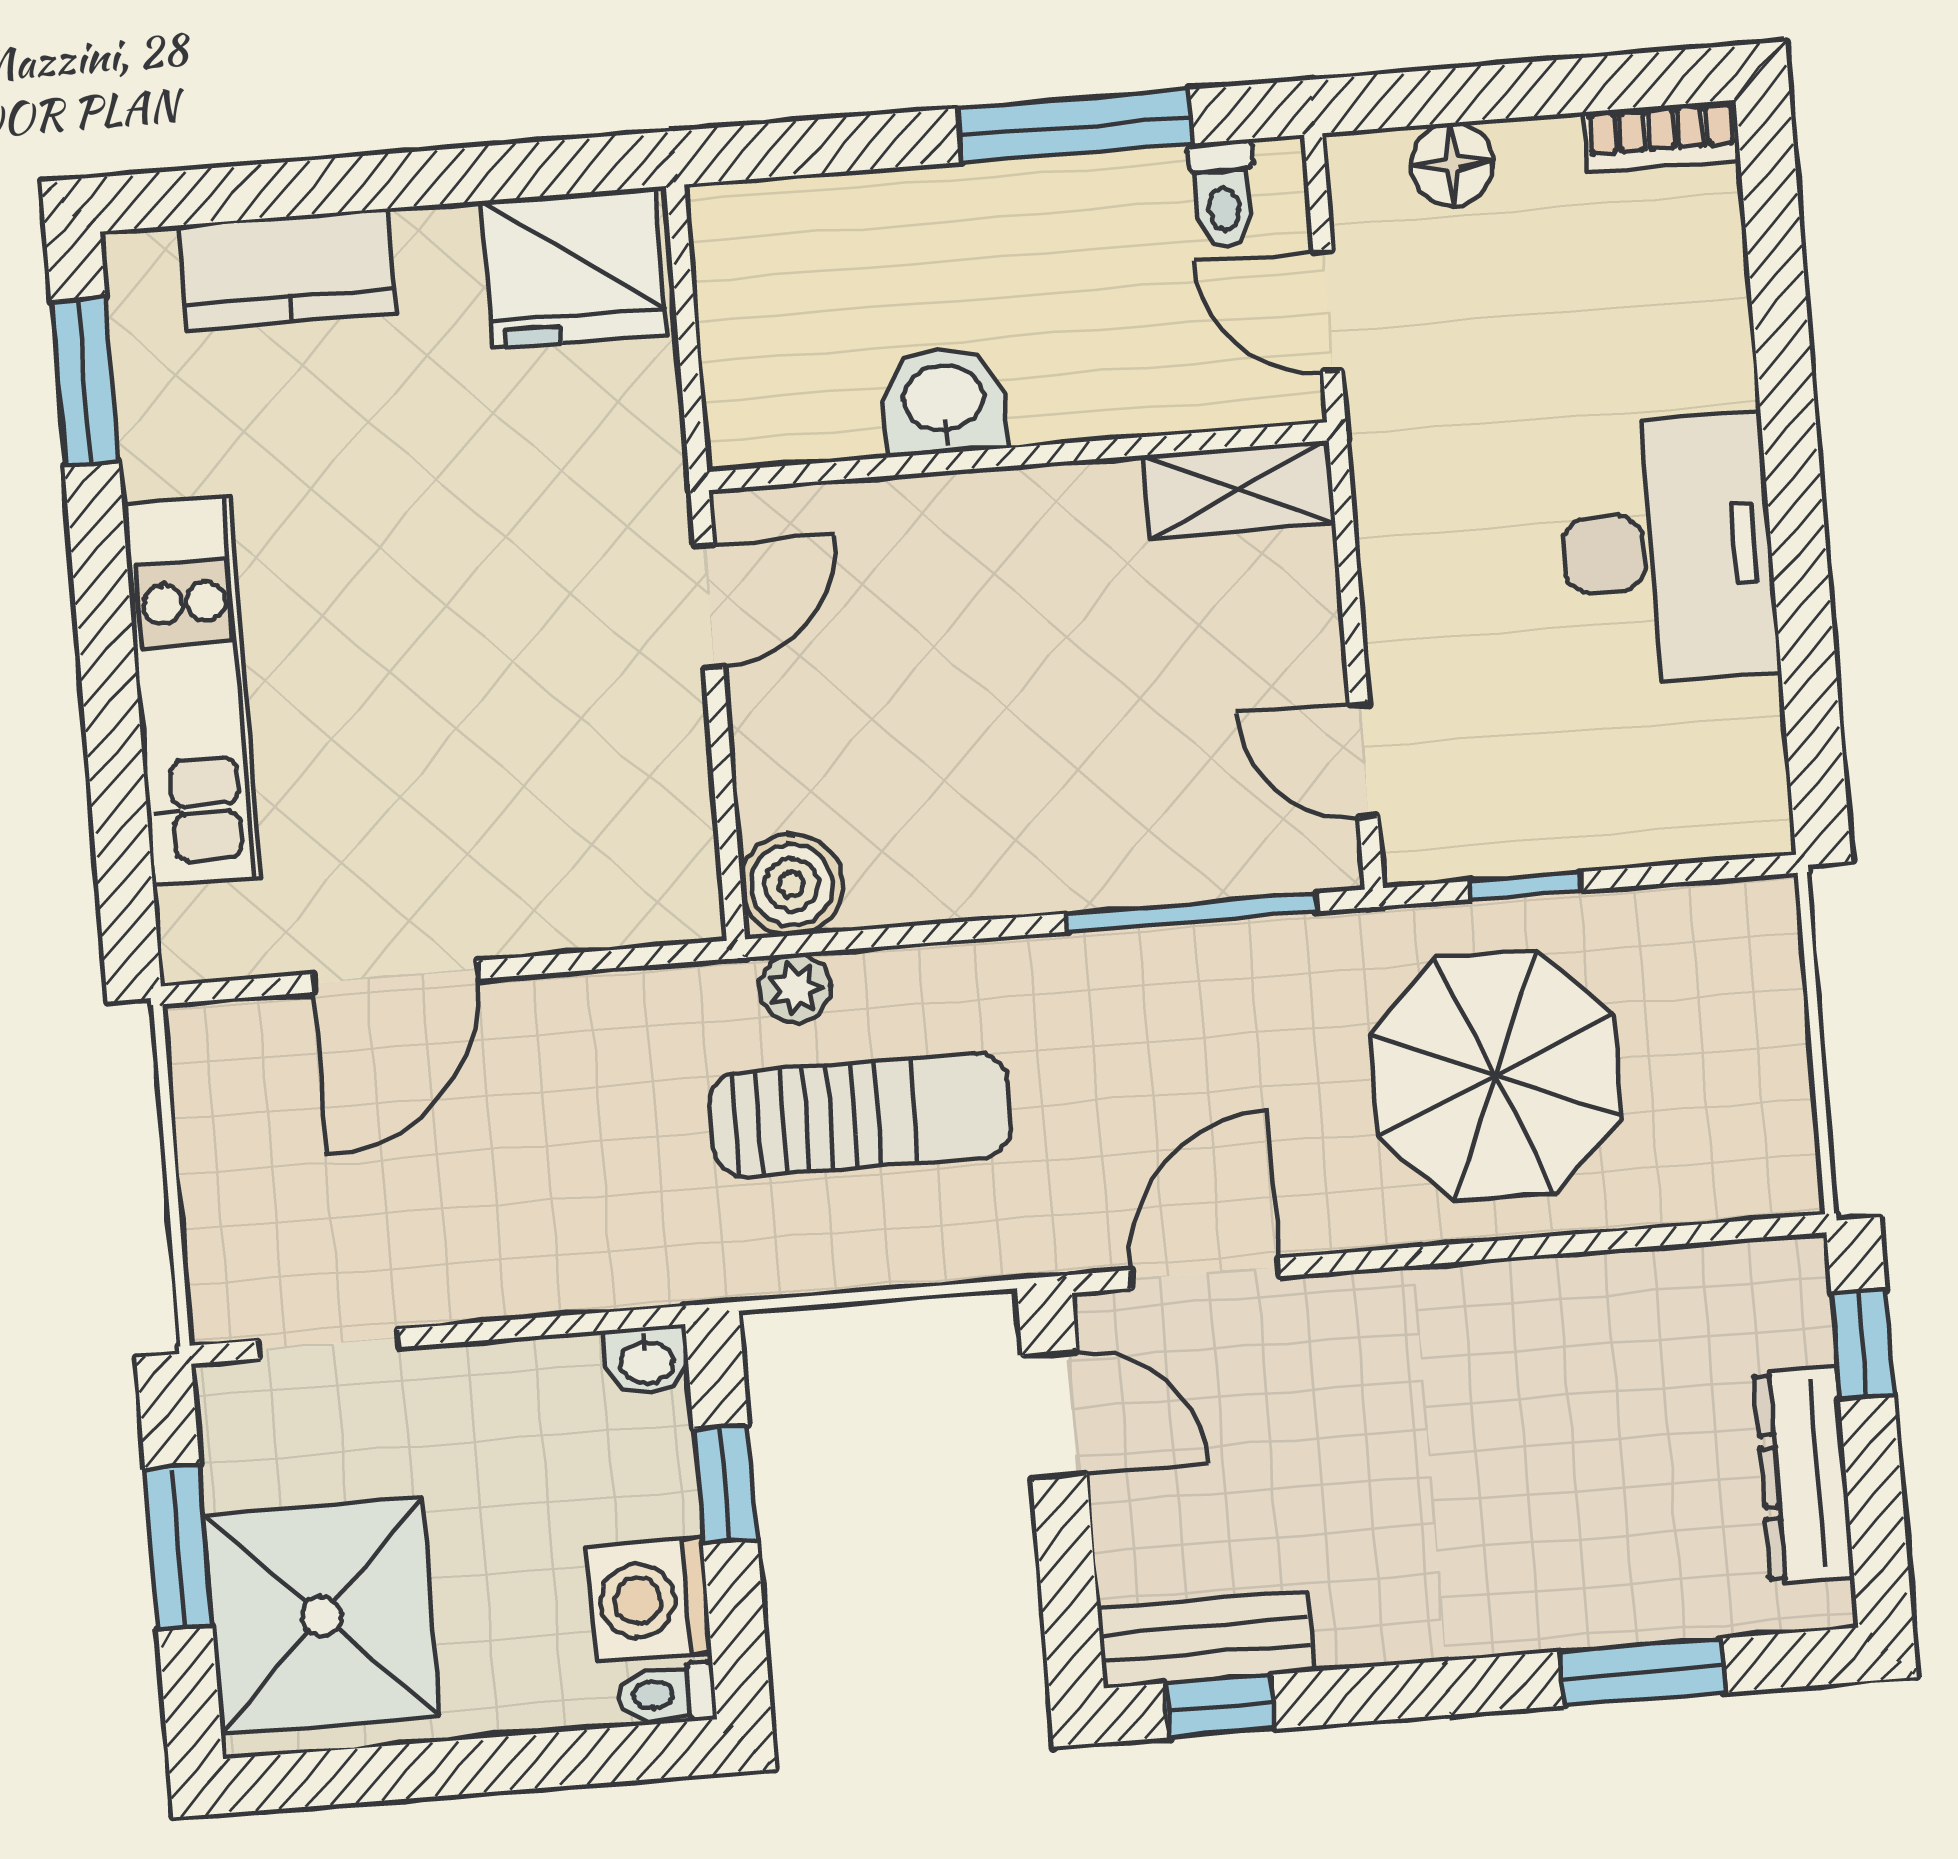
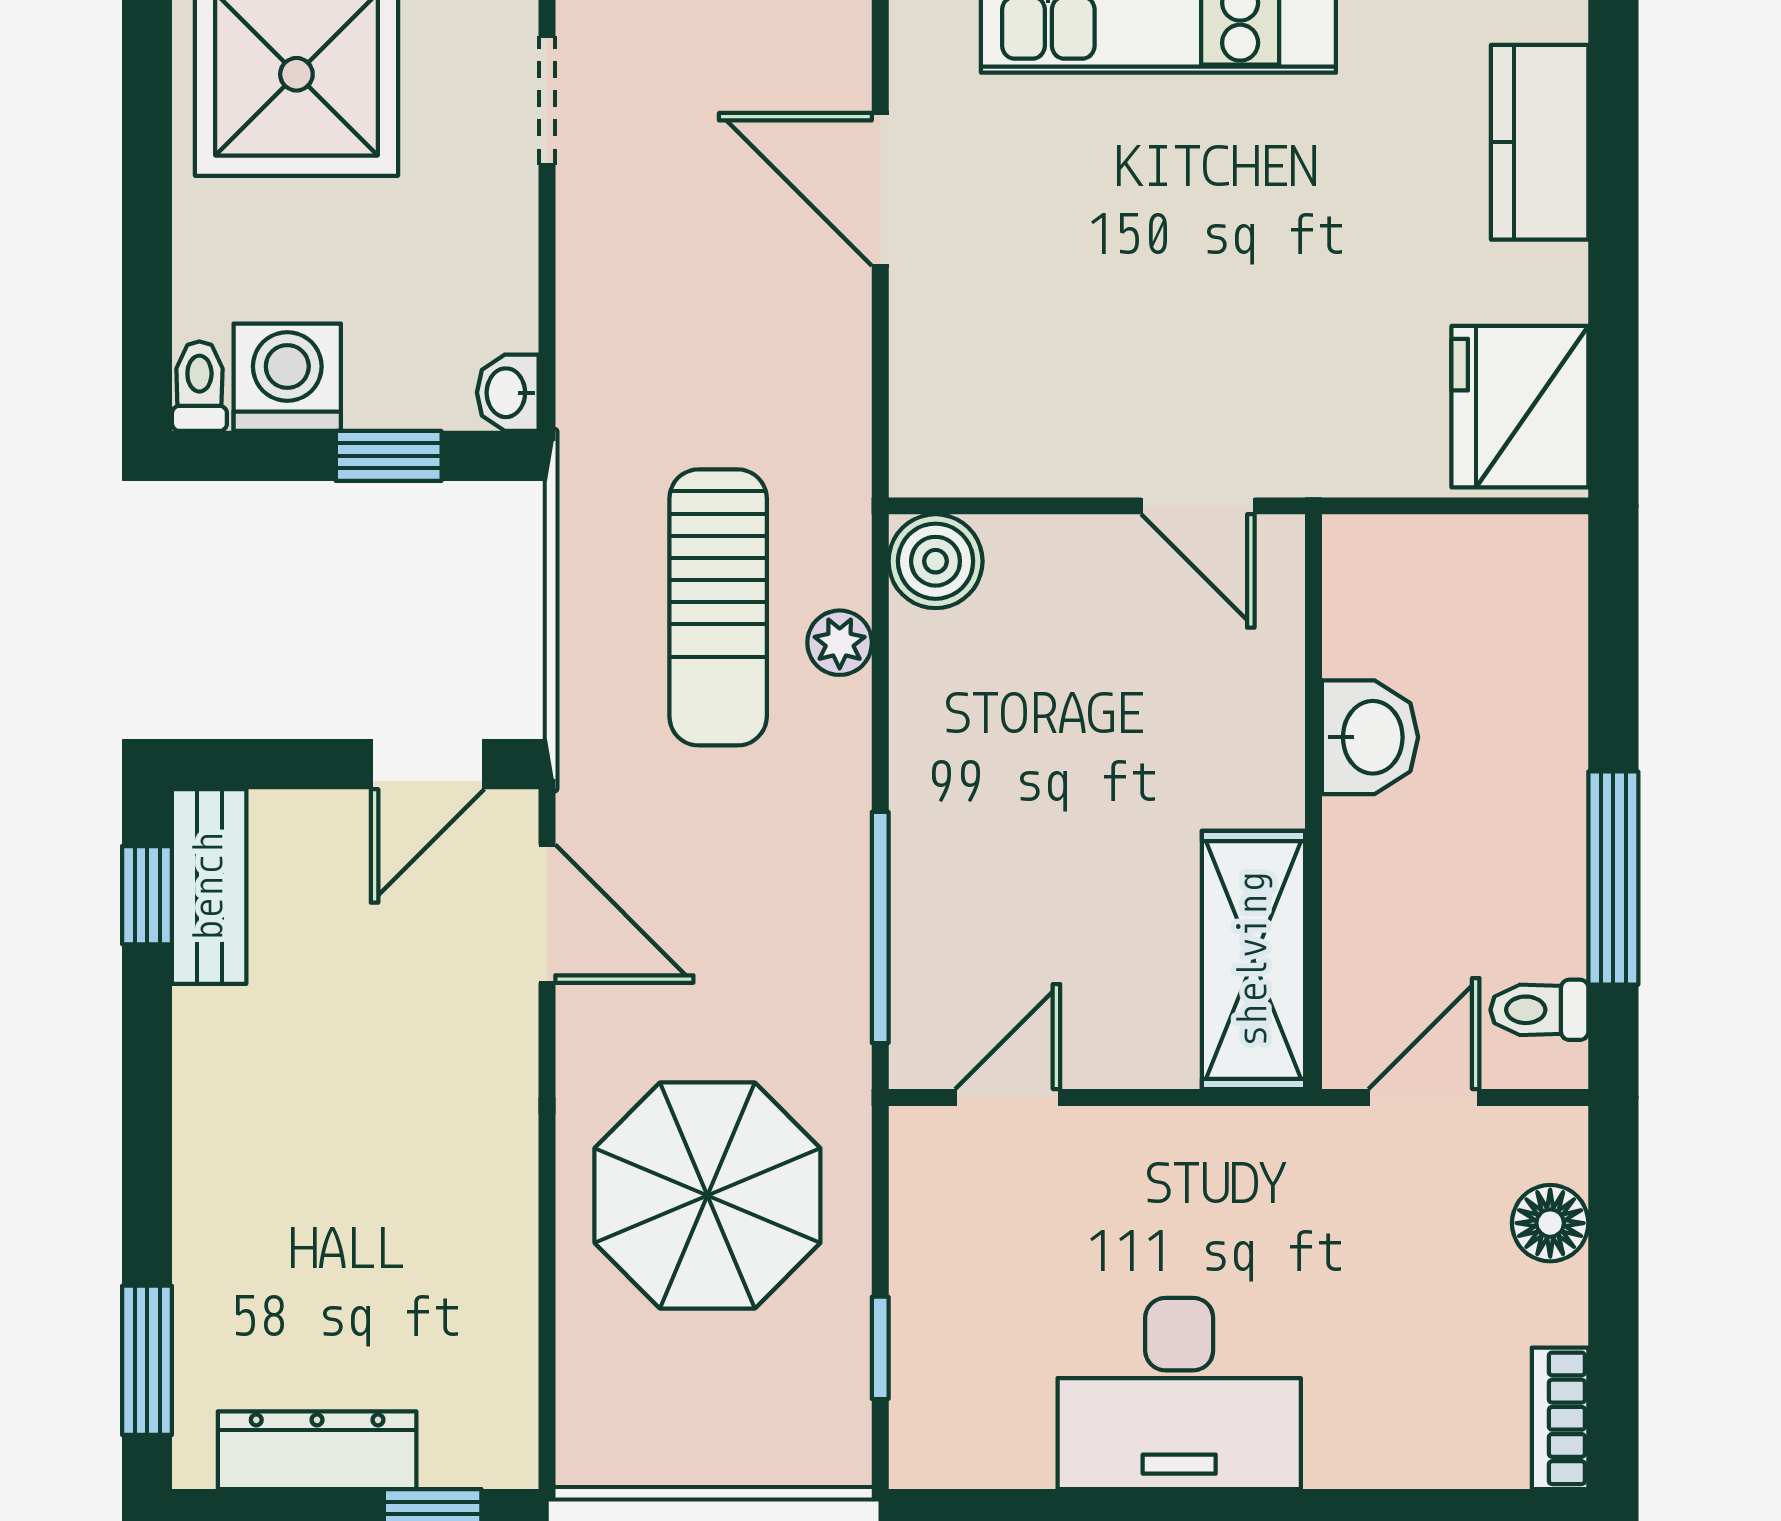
shelving: (1239, 489) -> (1253, 960), width x1.50, depth x1.33
window: (1525, 886) -> (880, 1348), moved
plant: (795, 988) -> (840, 643), moved
window: (1642, 1672) -> (147, 1360), moved

